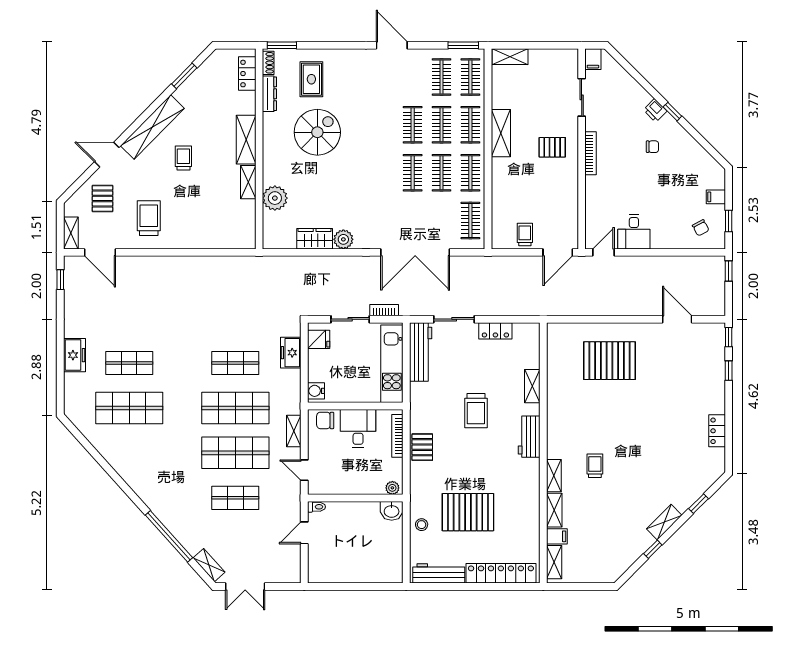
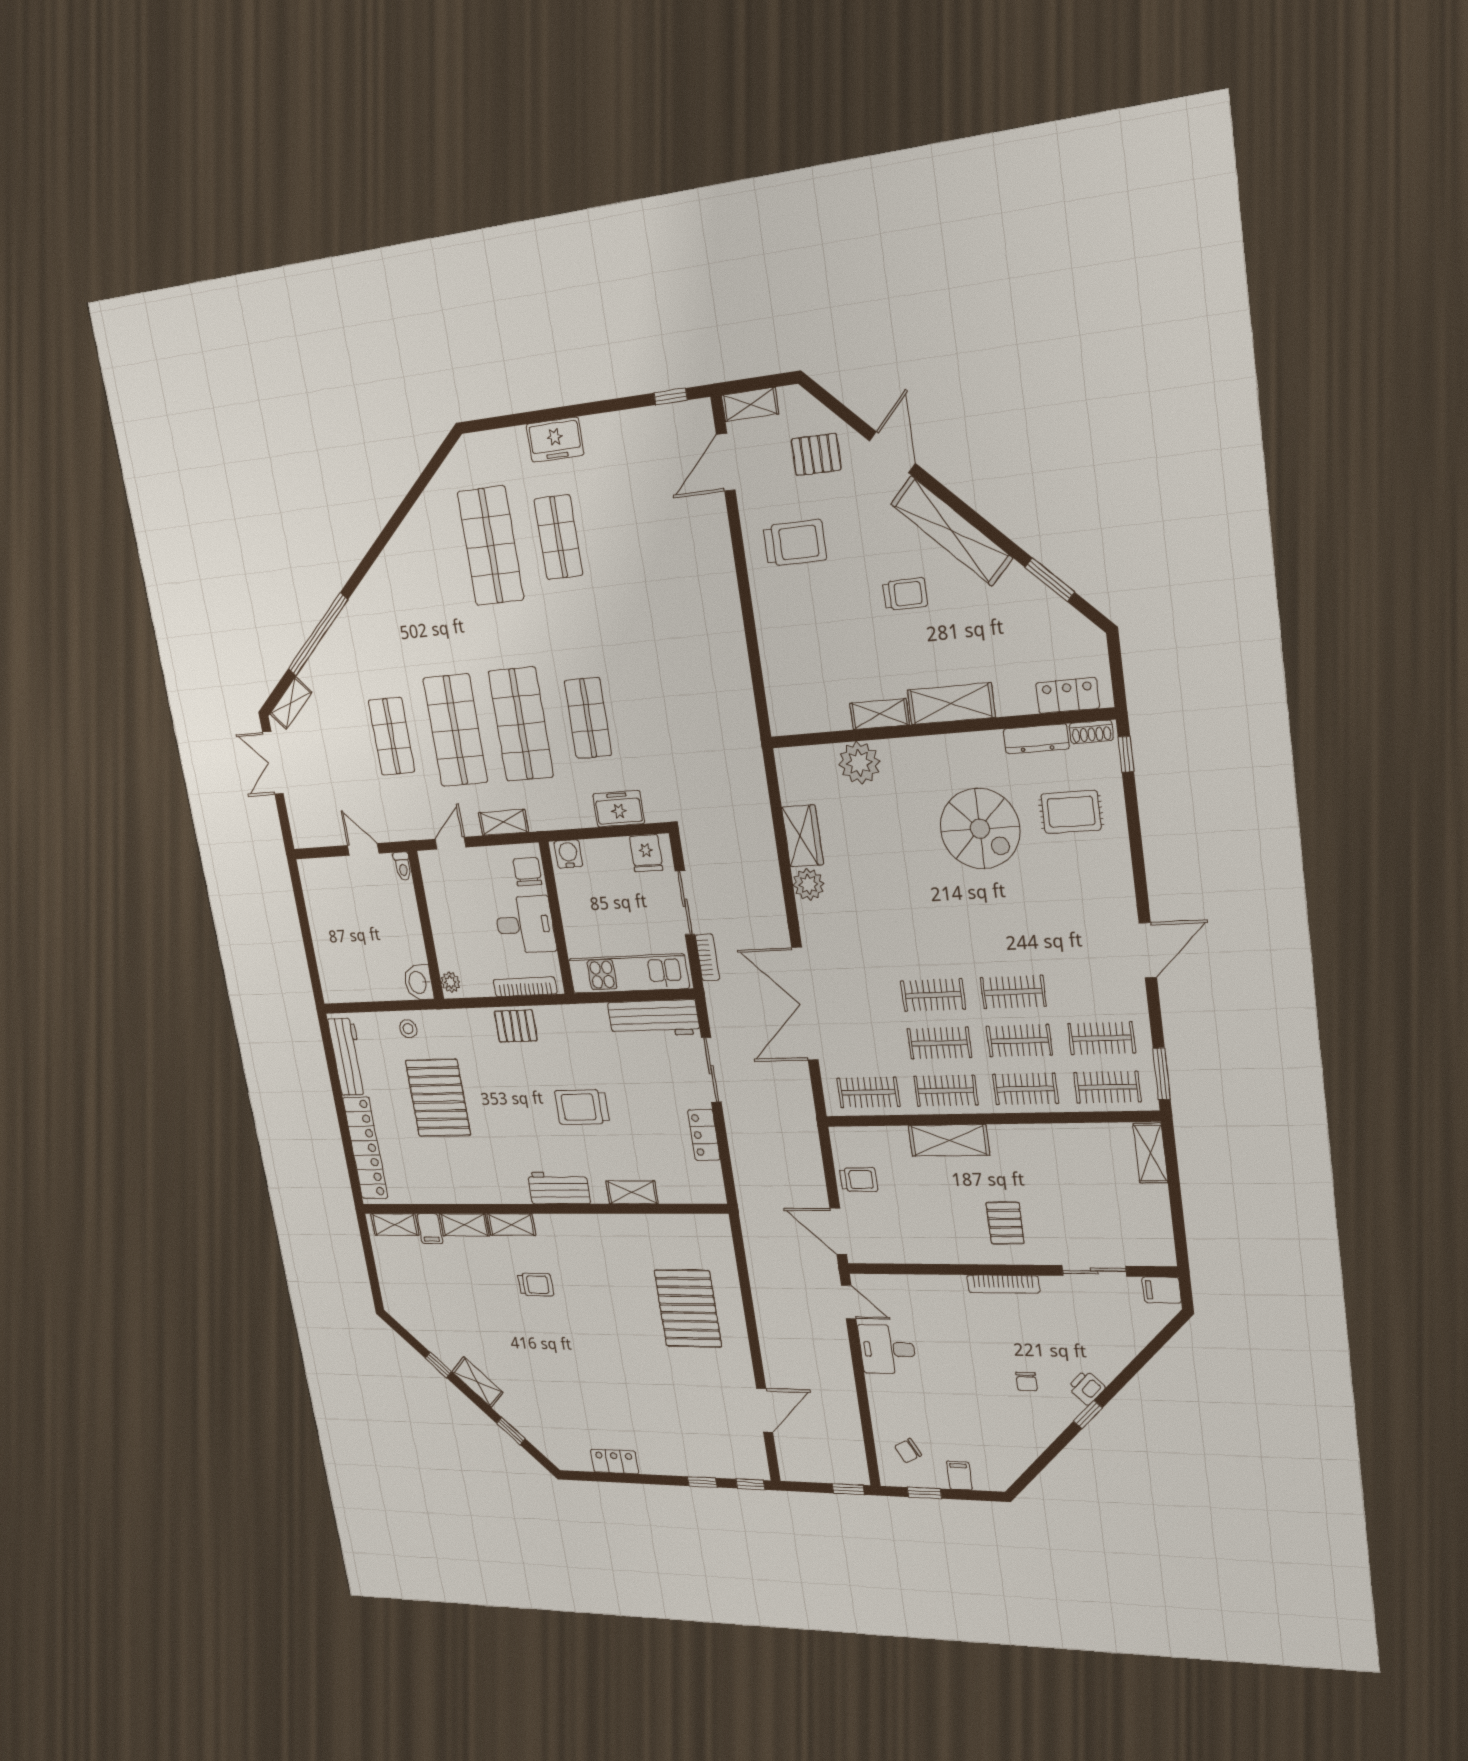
window: (282, 45) -> (1126, 754), width x0.67
shelving: (501, 133) -> (949, 1140), moved

